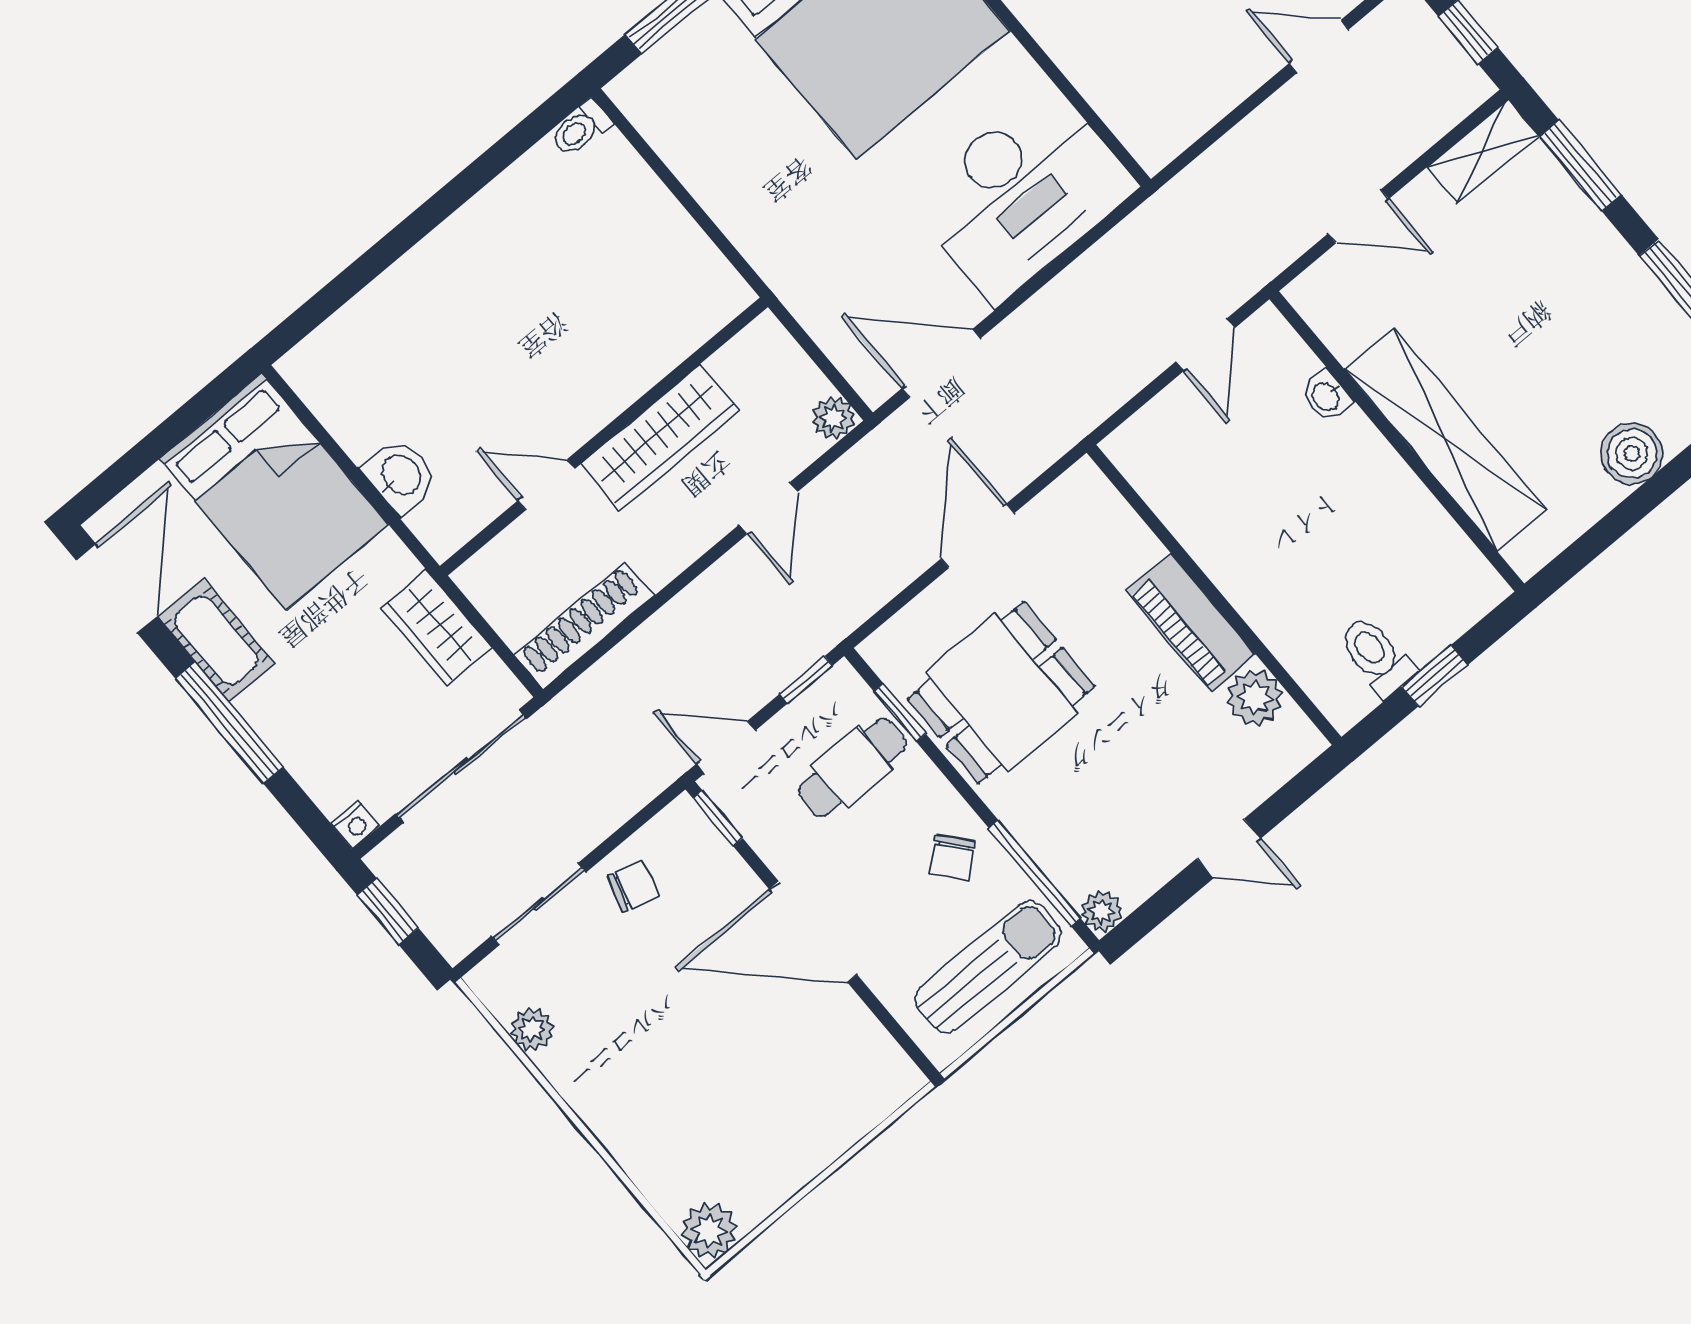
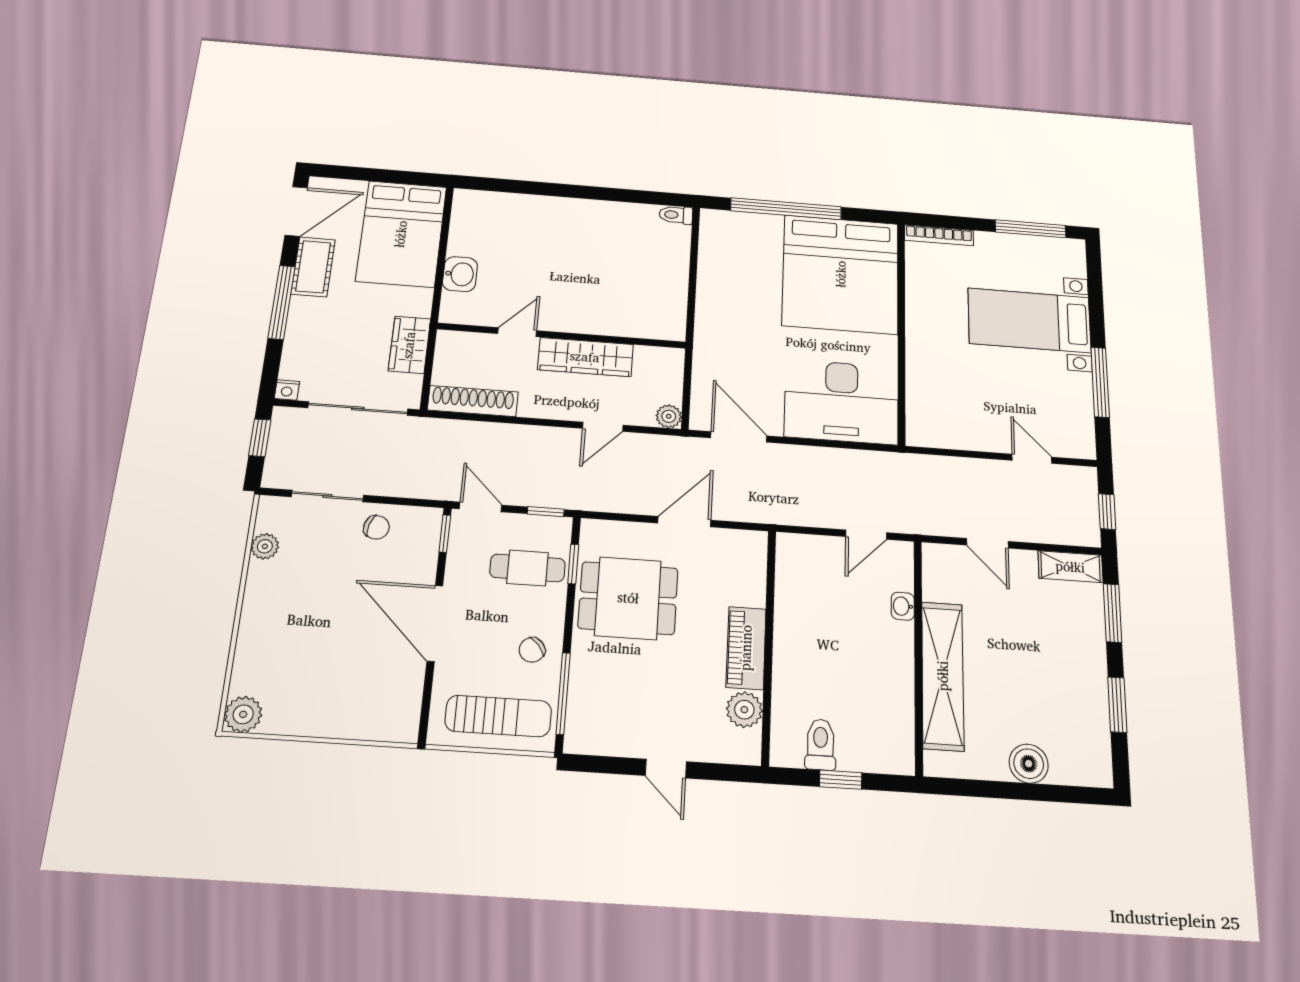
door: (546, 485) -> (517, 332), hinge flipped
plant: (1102, 911) -> (577, 741), removed

